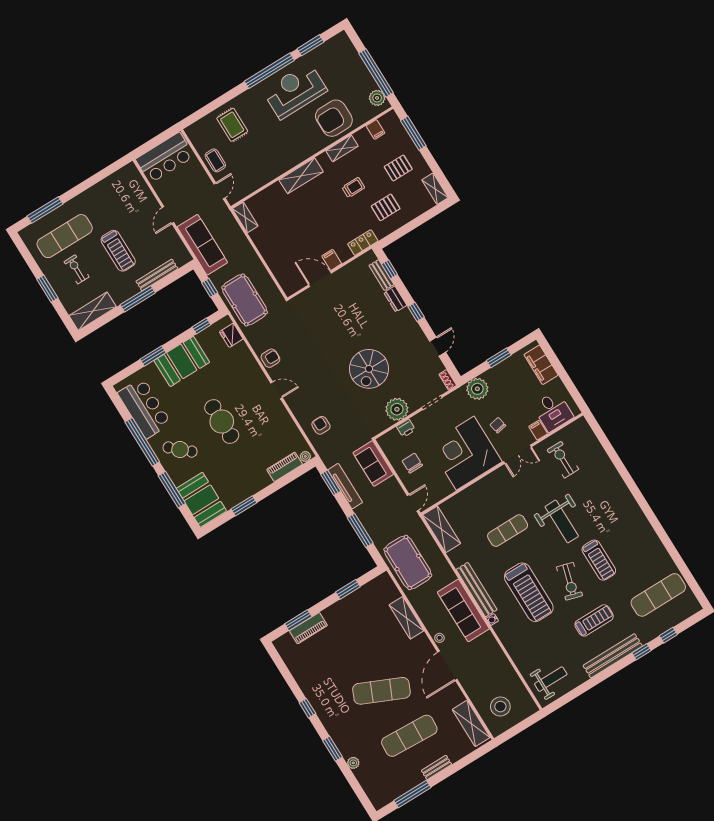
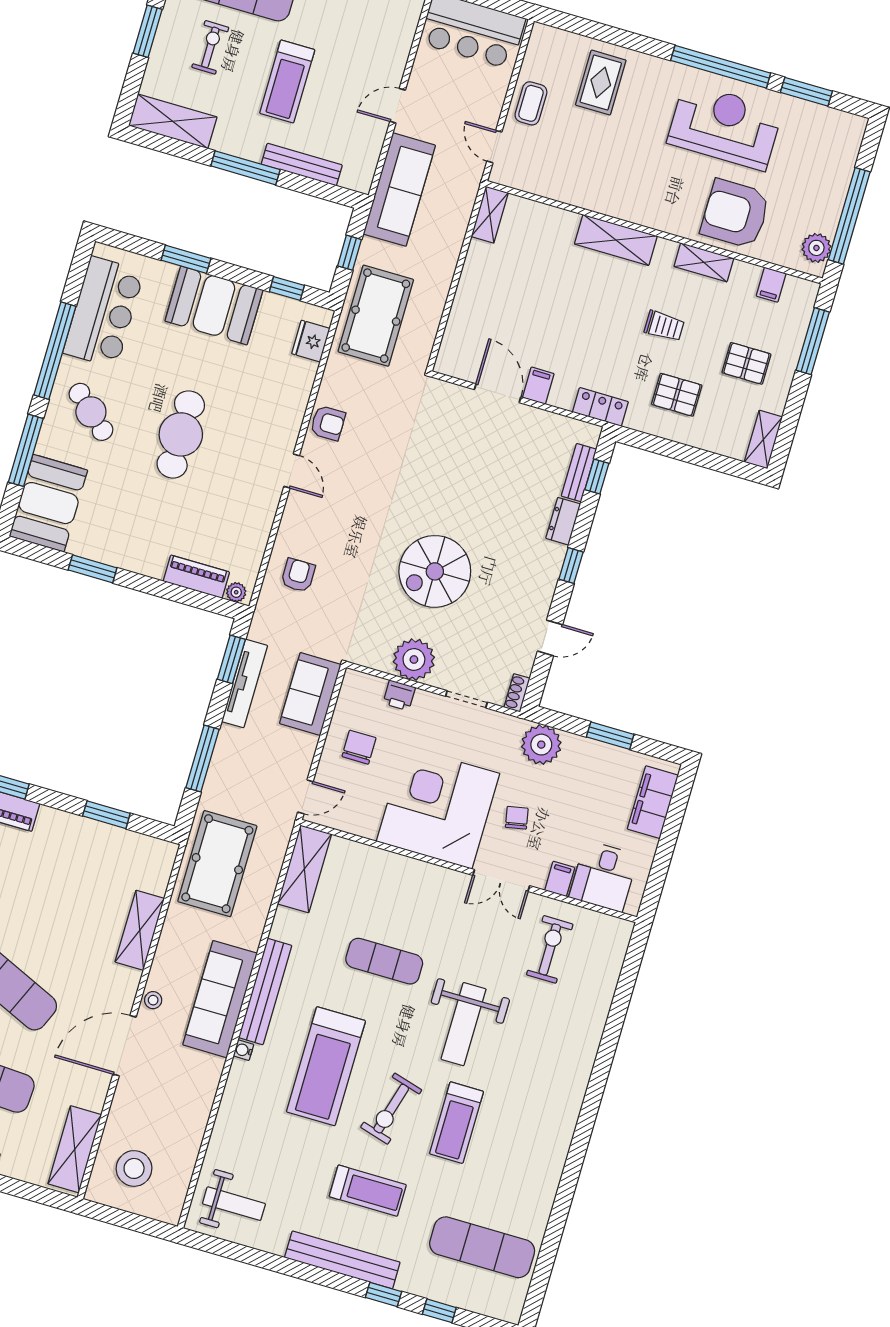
door: (219, 191) -> (494, 147), swing flipped

